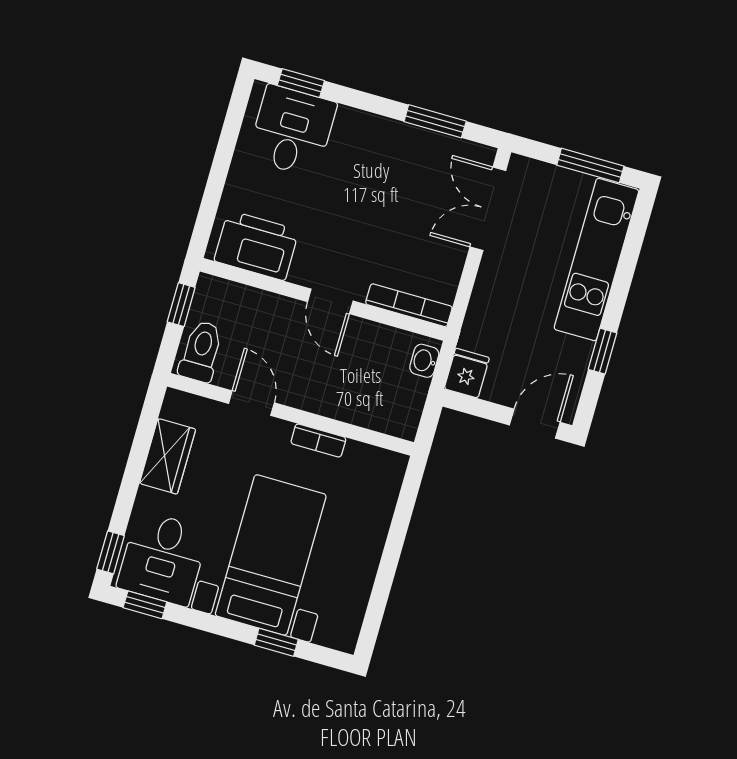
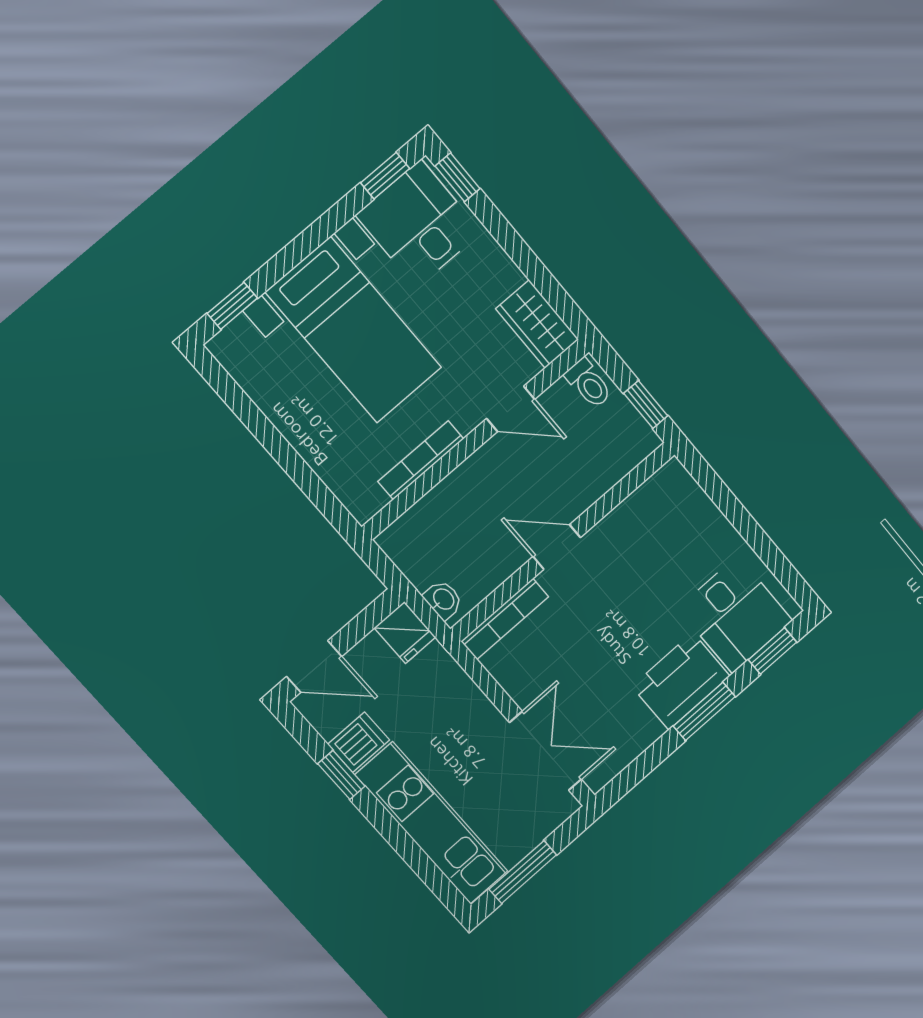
window: (435, 121) -> (704, 711), moved
printer: (256, 245) -> (681, 681), moved, turned 180
toilet: (201, 351) -> (589, 383), width x0.73, depth x0.72
dishwasher: (570, 354) -> (359, 742), added
door: (535, 424) -> (314, 667), hinge flipped
bookcase: (318, 440) -> (421, 460), width x1.56
wardrobe: (168, 456) -> (537, 324), moved
window: (276, 642) -> (232, 306), moved

